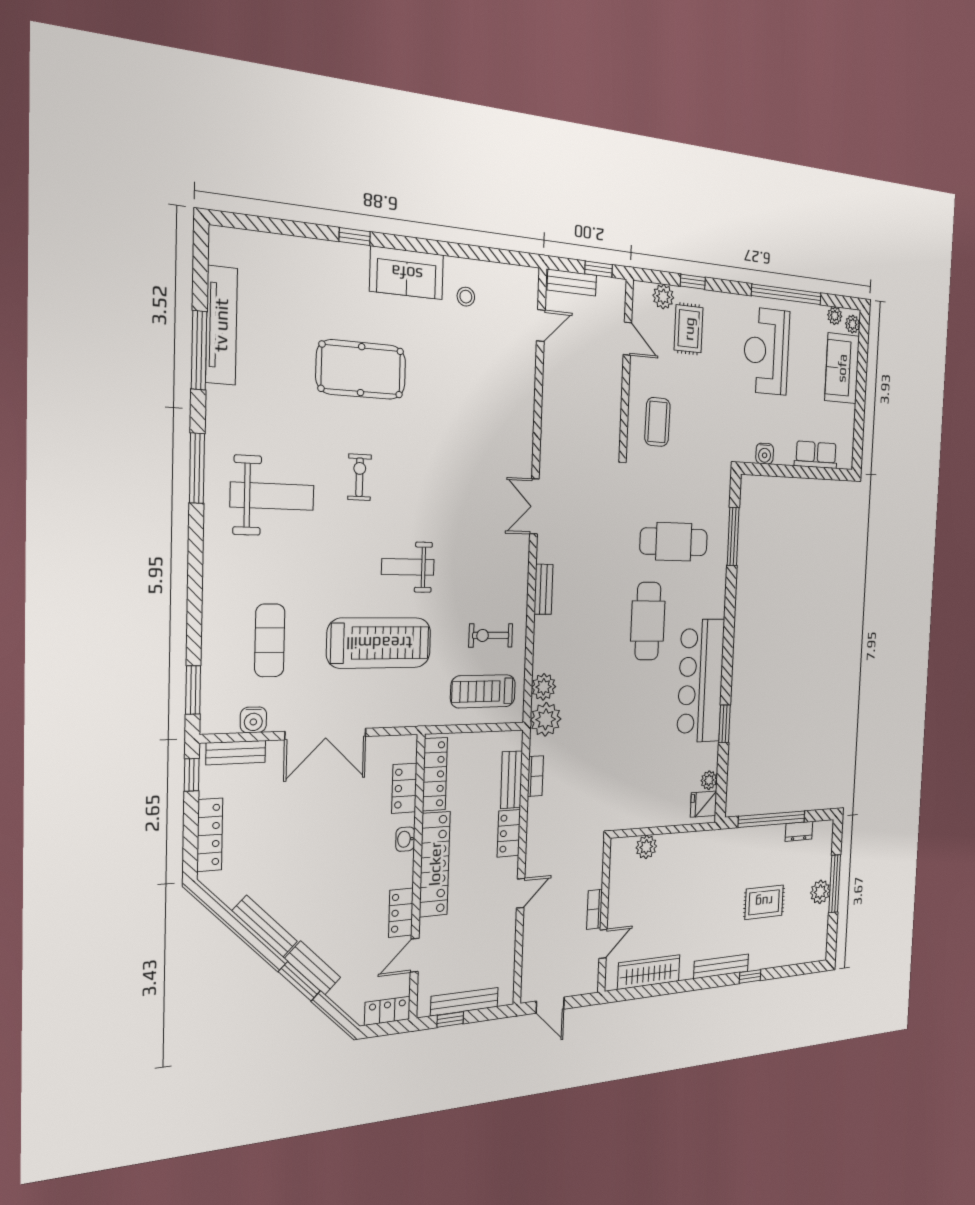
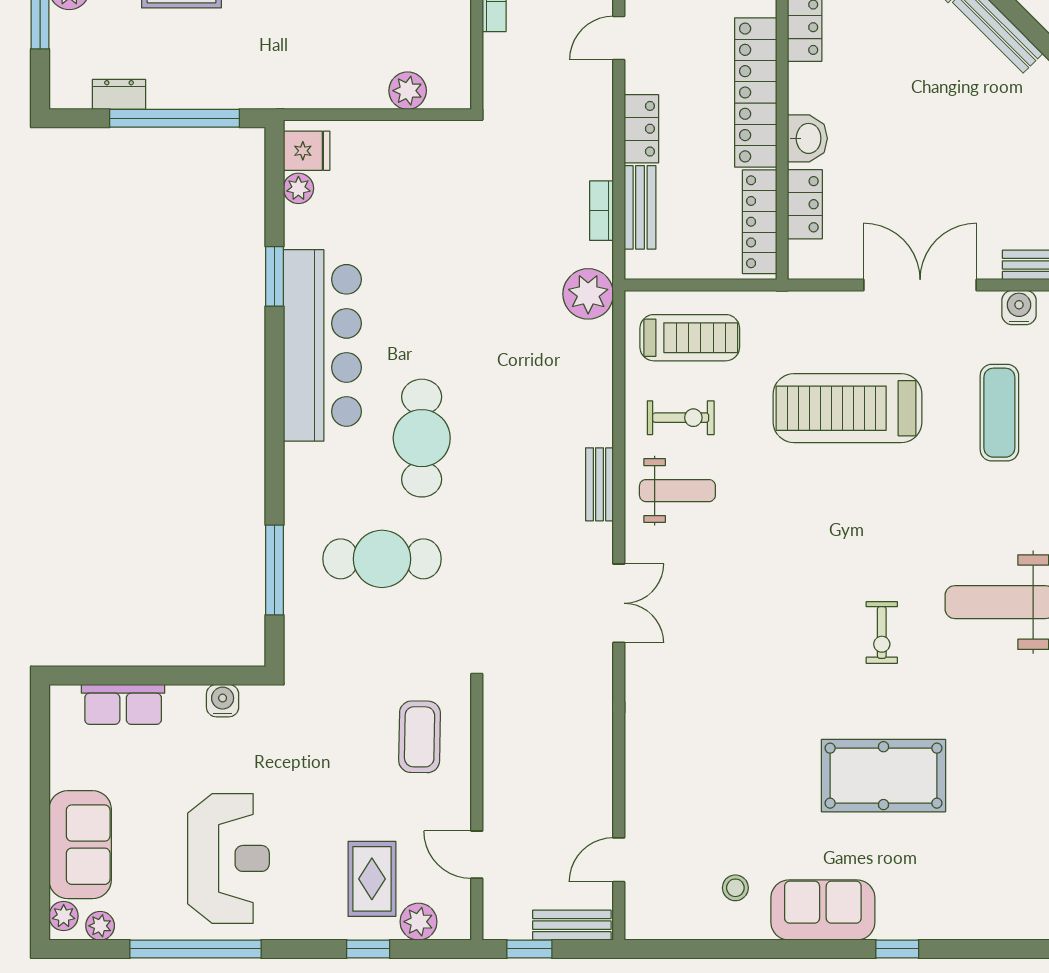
weight bench: (408, 567) -> (677, 491), moved
plant: (544, 687) -> (594, 342), removed
washbasin: (405, 839) -> (807, 138), width x1.38, depth x1.45

